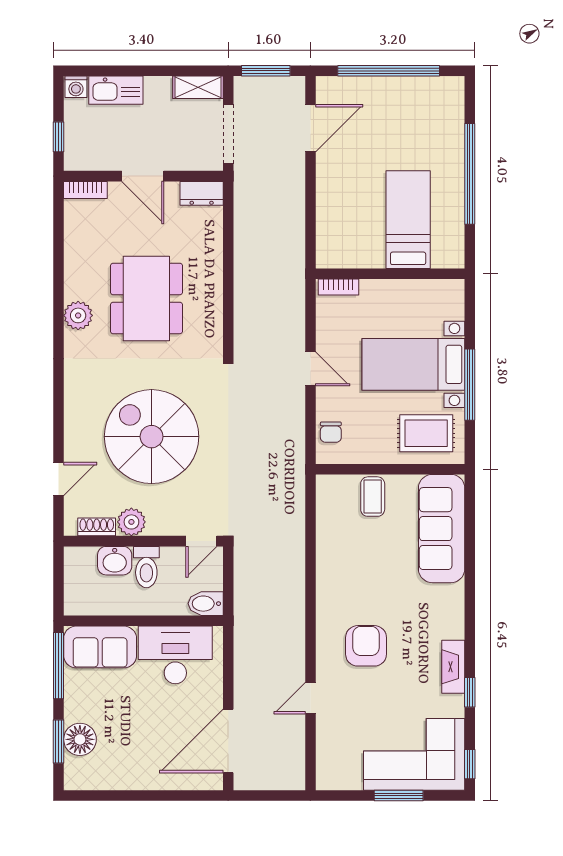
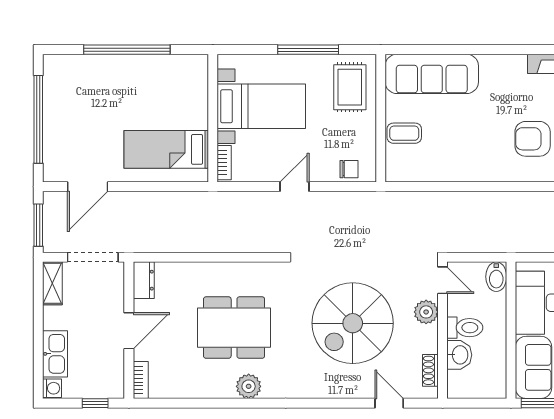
door: (310, 128) -> (88, 187), swing flipped
bed: (408, 220) -> (166, 149), moved
bed with nightstands: (413, 364) -> (261, 106), moved, turned -90
plant: (131, 522) -> (426, 312), moved

